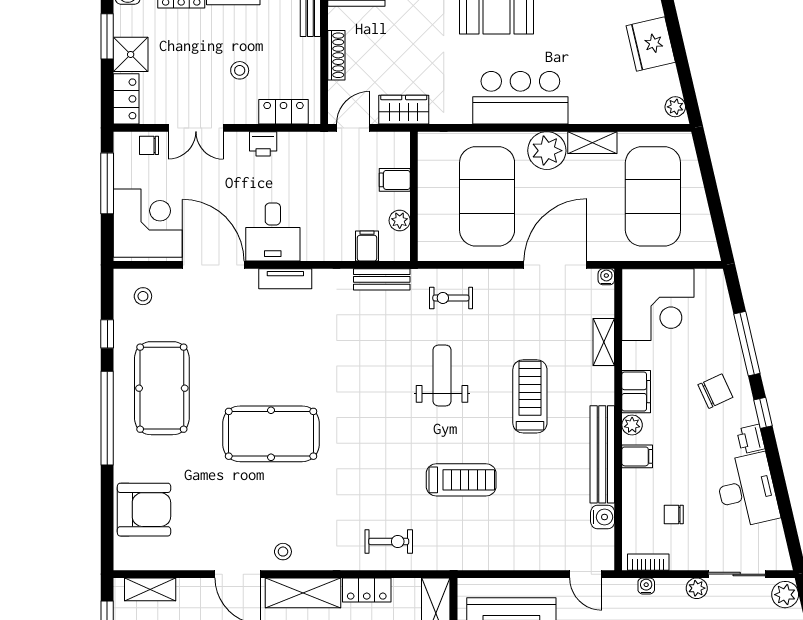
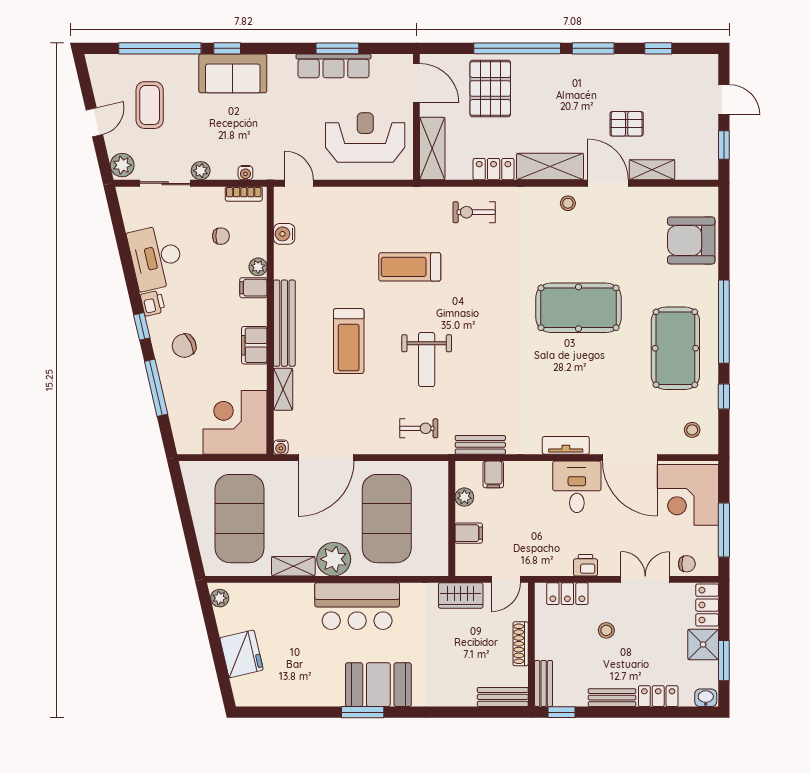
plant: (632, 425) -> (258, 267), moved
bench: (602, 454) -> (284, 323), moved
shelving: (150, 589) -> (652, 170), moved

